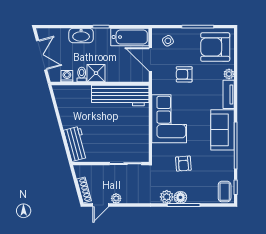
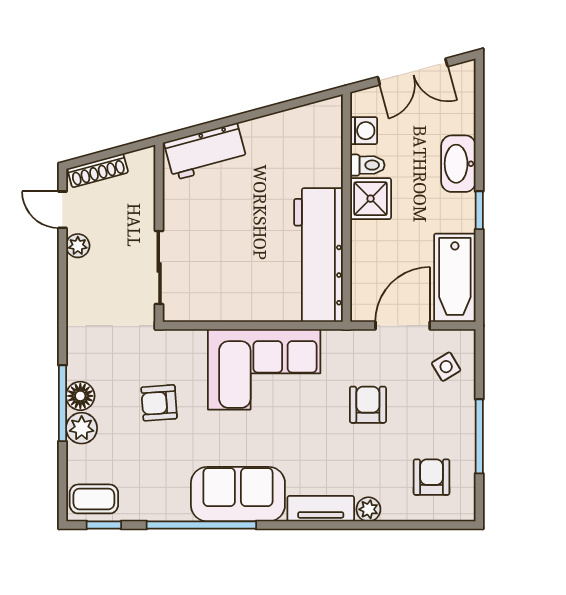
armchair: (215, 47) -> (432, 477), width x0.53, depth x0.53
plant: (167, 197) -> (82, 428), moved

